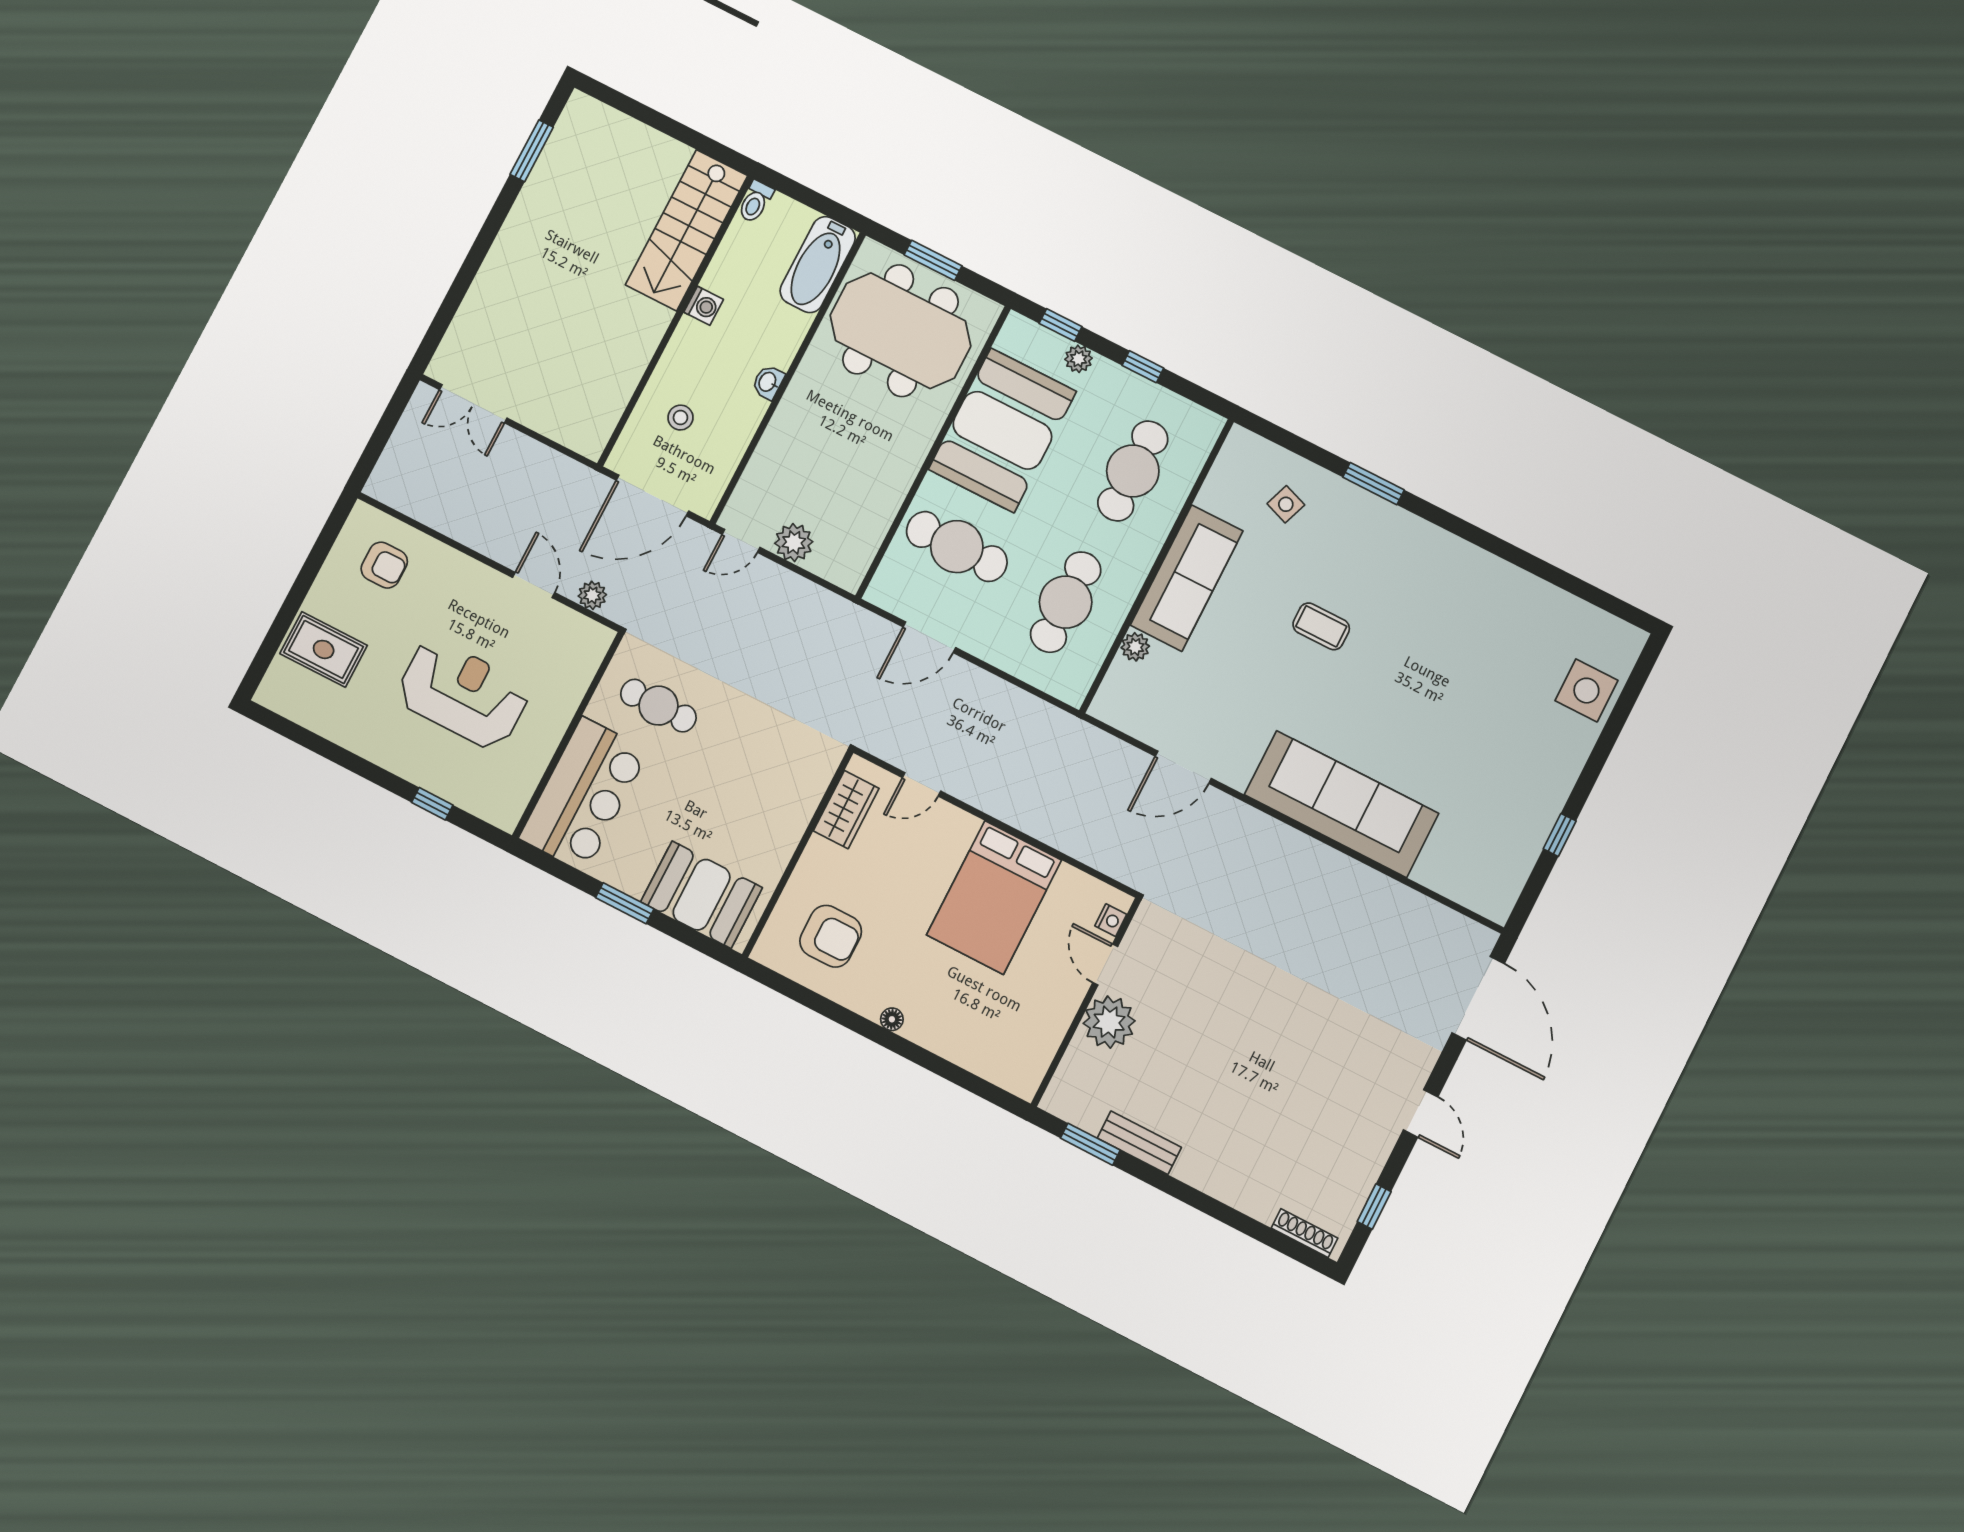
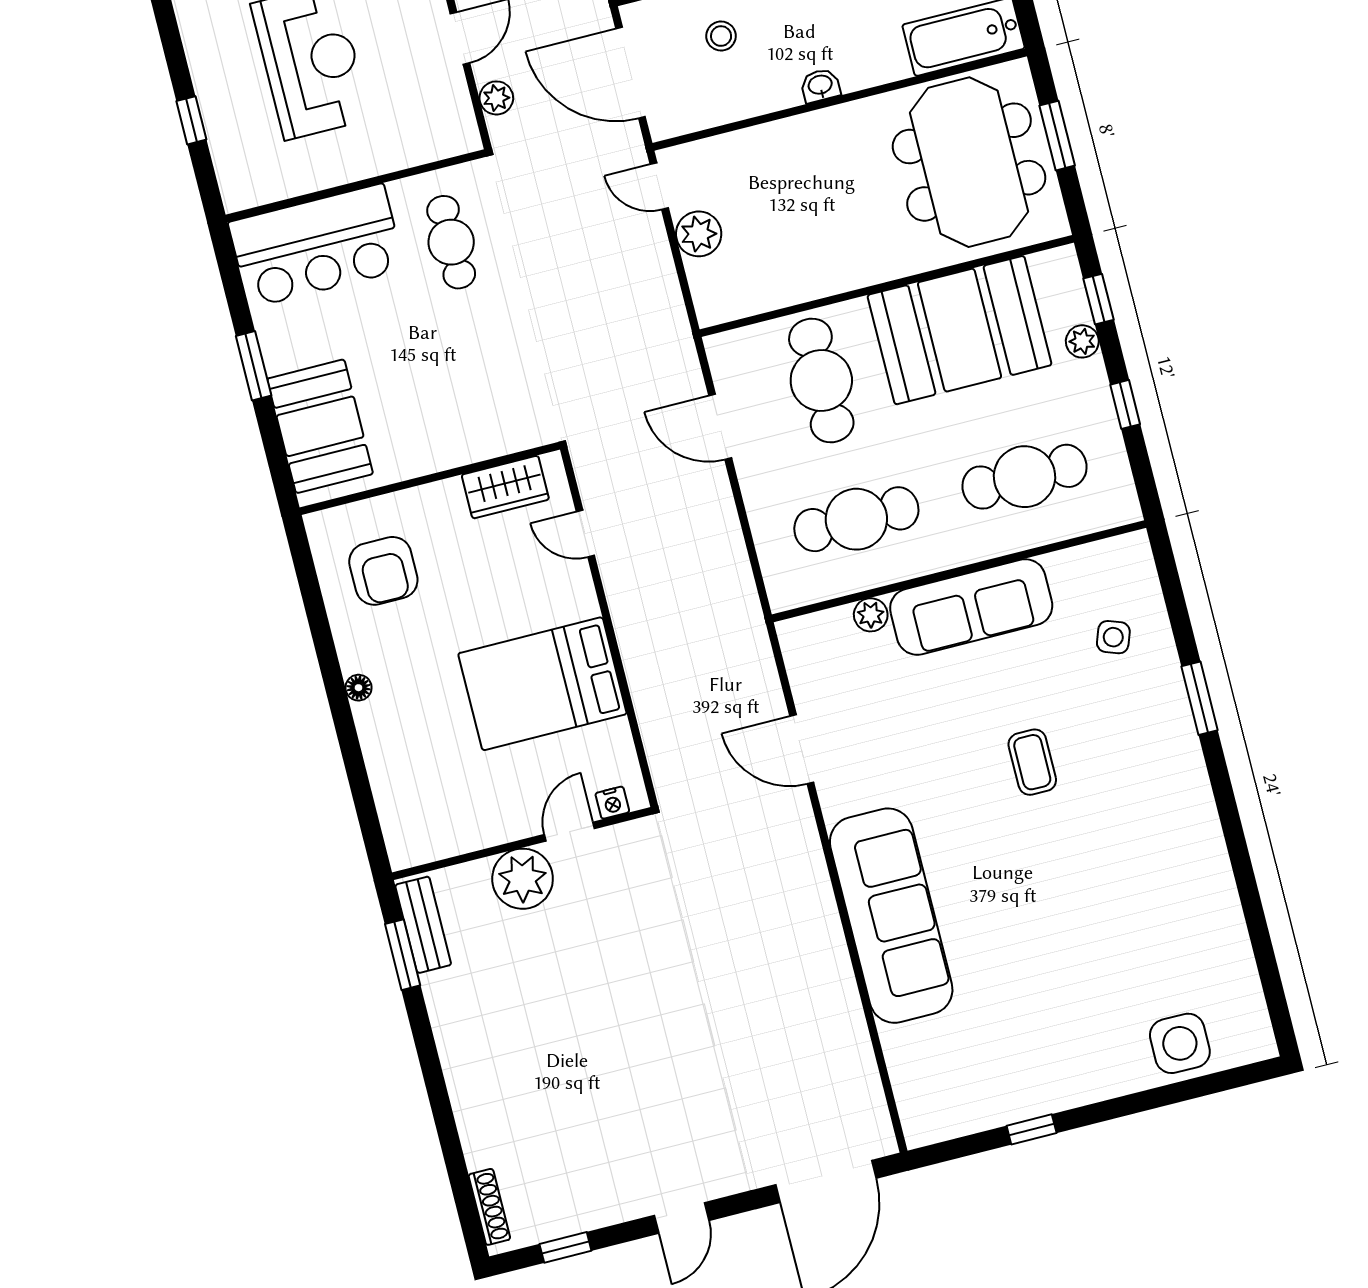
bench: (1139, 1143) -> (423, 925), moved

